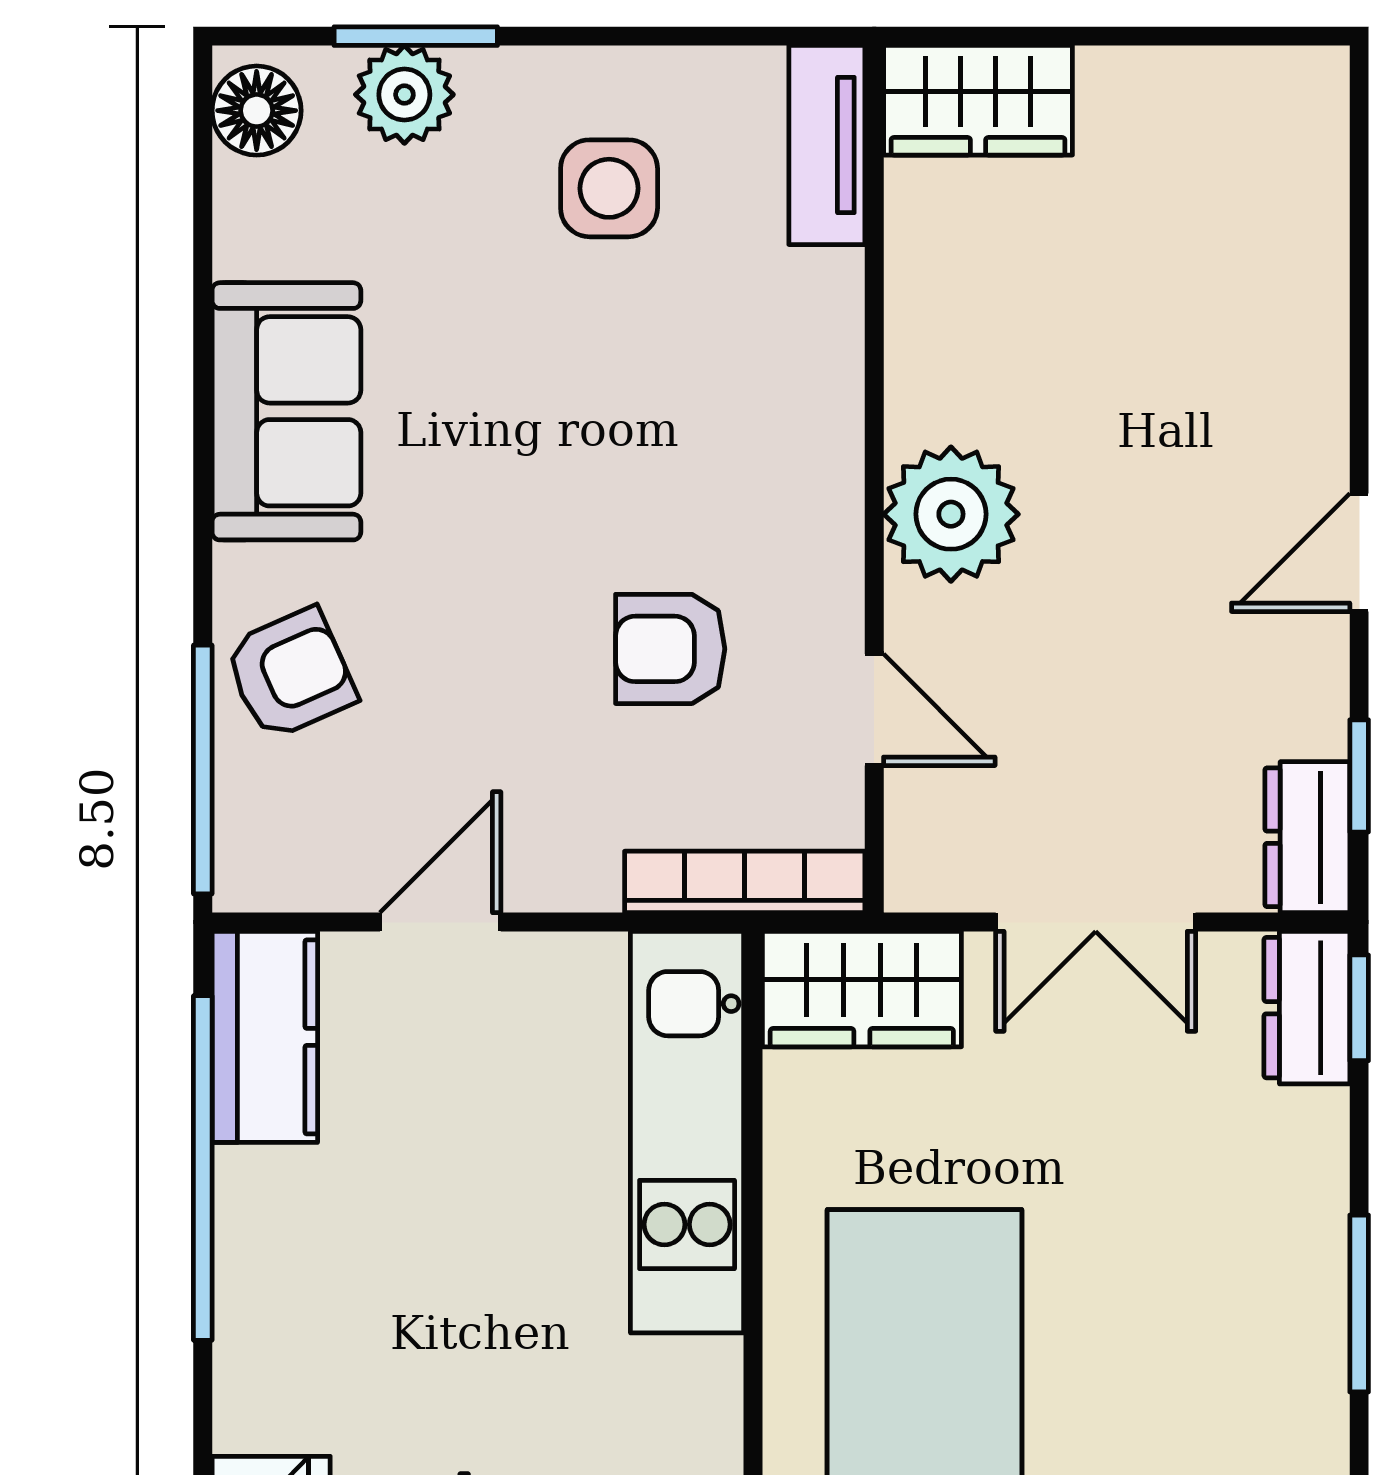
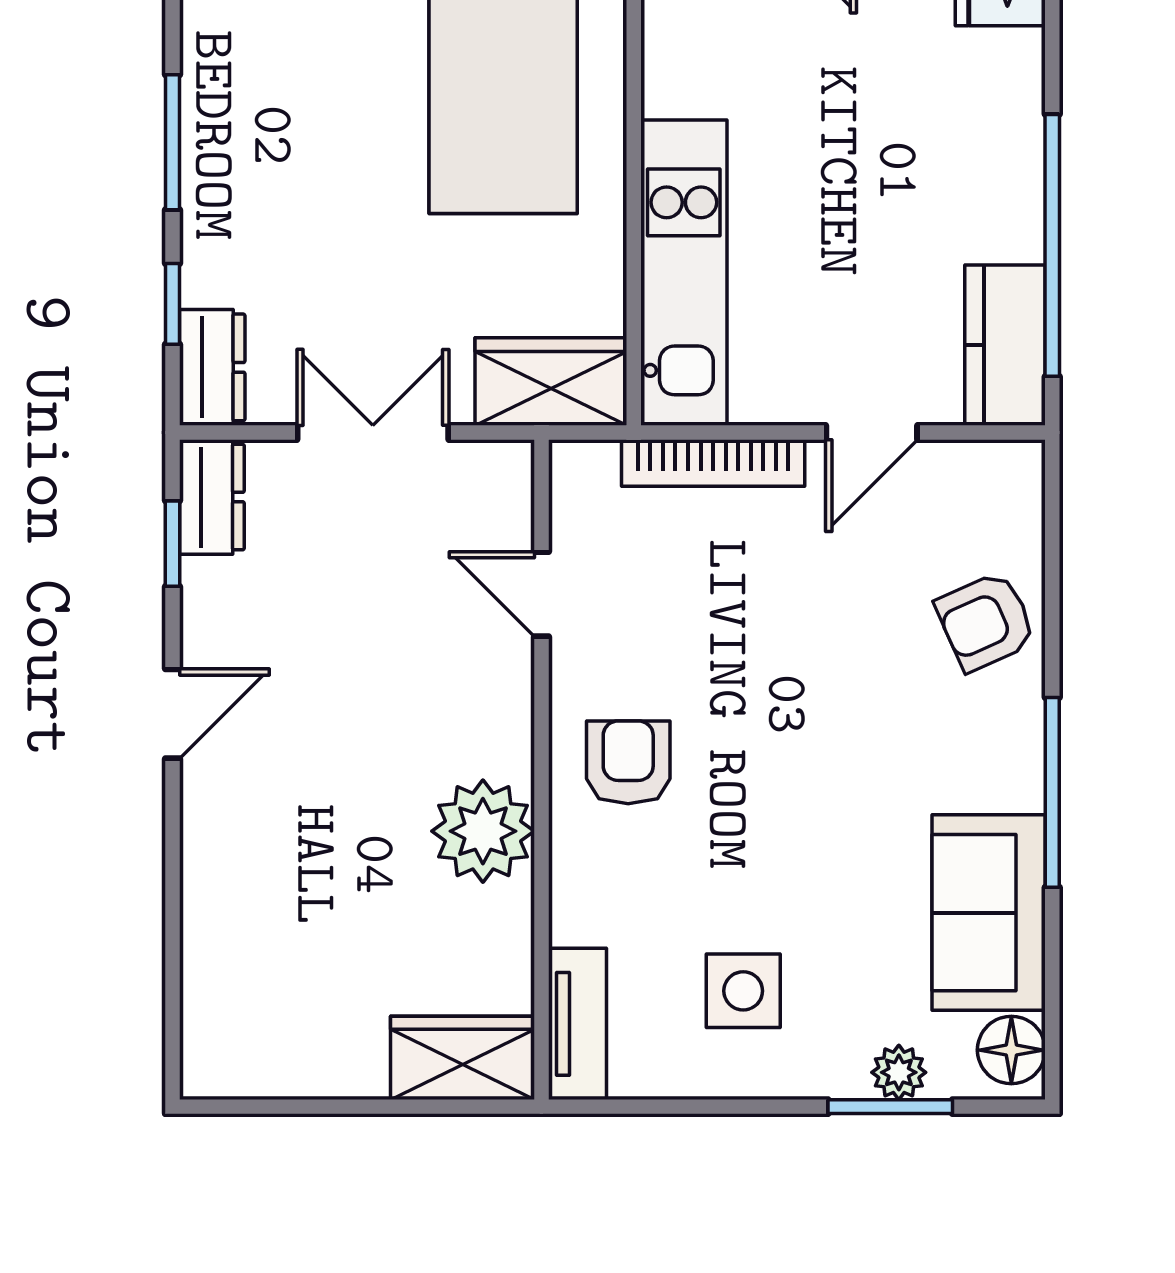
plant: (404, 95) -> (899, 1072), width x0.73, depth x0.73
sofa: (286, 411) -> (989, 913), moved
plant: (951, 514) -> (483, 831), moved
armchair: (670, 649) -> (628, 762), moved, turned -90
window: (203, 770) -> (1052, 792), moved
bookcase: (745, 882) -> (713, 463), moved
window: (1359, 1008) -> (172, 304), moved

